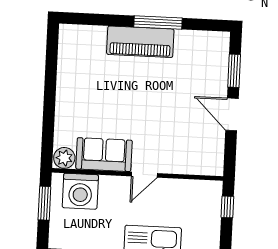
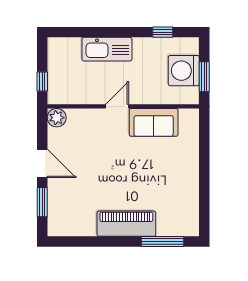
window: (158, 22) -> (163, 241), moved
plant: (64, 158) -> (57, 118), moved
washing machine: (80, 191) -> (184, 71), moved, turned -90

